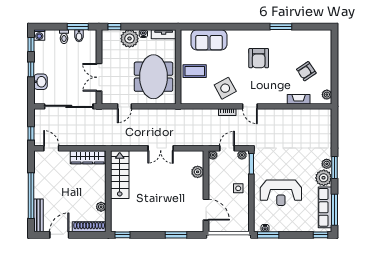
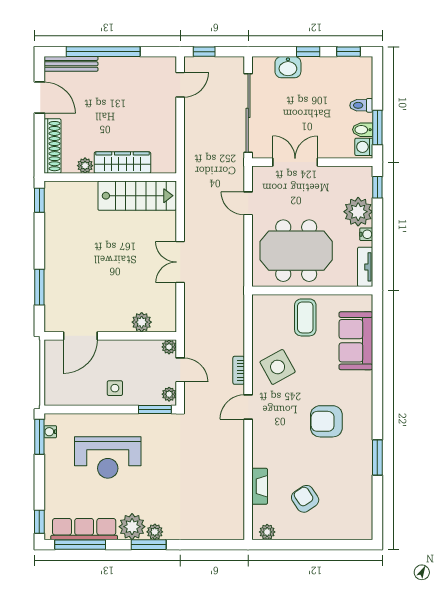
washing machine: (39, 35) -> (364, 147), moved
wardrobe: (88, 157) -> (122, 163), moved, turned 90
reception desk: (281, 193) -> (108, 457), turned -90

